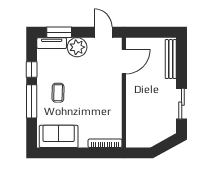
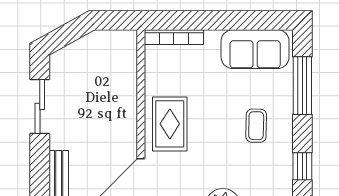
rug: (107, 94) -> (170, 124), added
window: (32, 101) -> (302, 86), moved

